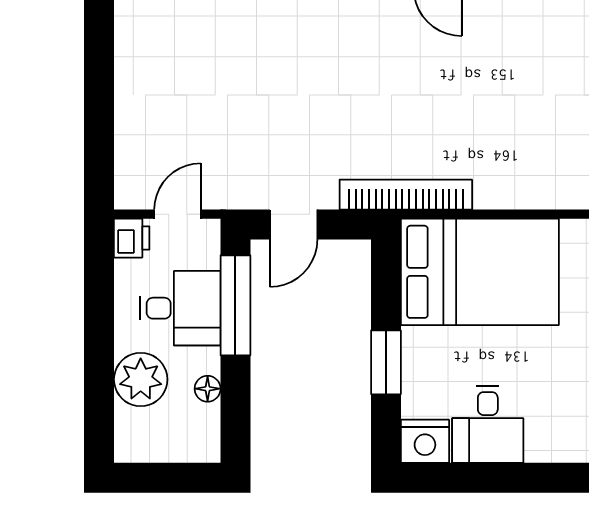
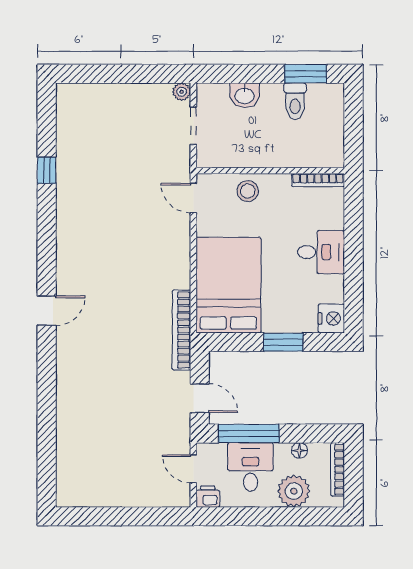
desk: (488, 424) -> (321, 252), moved
bookcase: (176, 452) -> (338, 469), added

